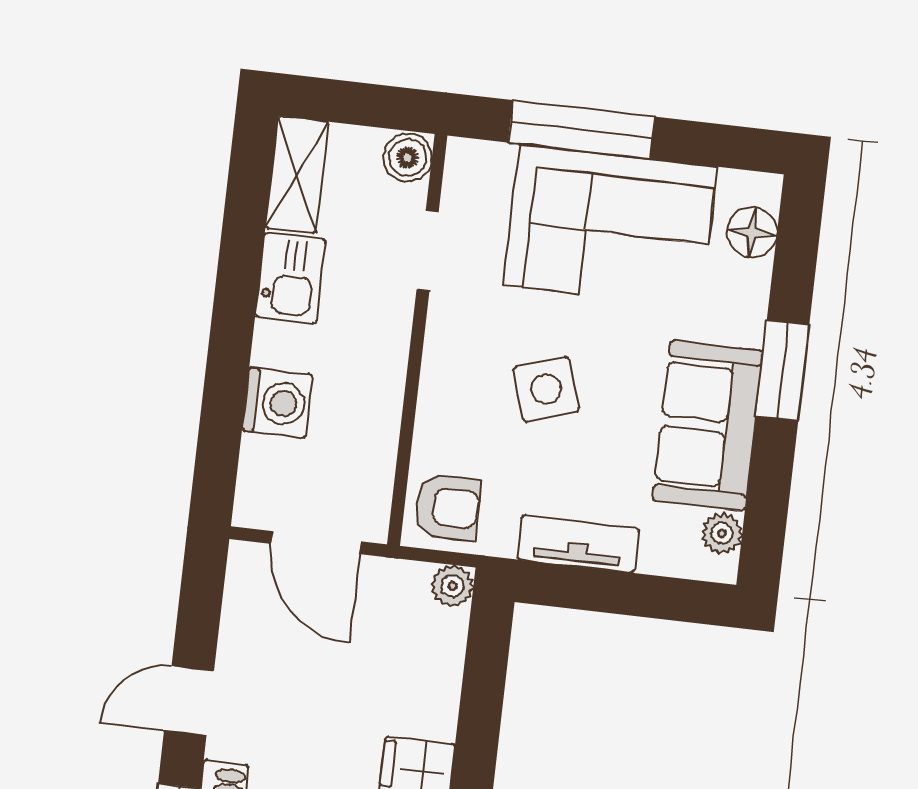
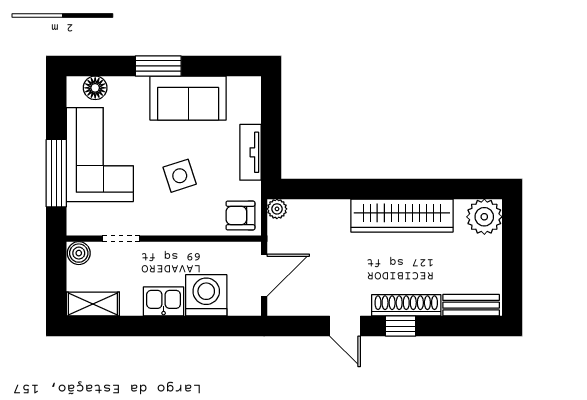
kitchen sink: (290, 278) -> (164, 301), moved
washing machine: (277, 403) -> (206, 295), width x1.37, depth x1.37
armchair: (447, 507) -> (240, 215), turned -90
plant: (722, 533) -> (238, 86), removed

